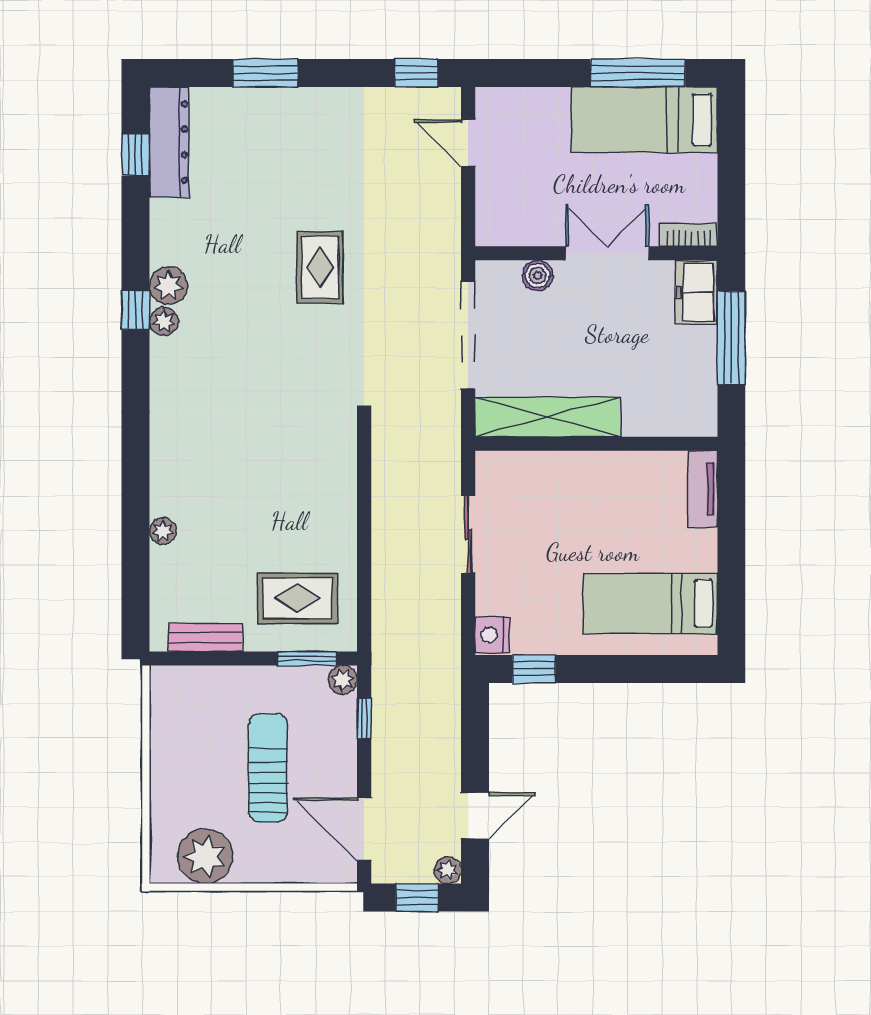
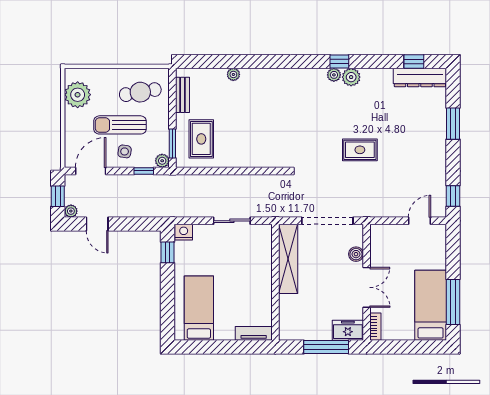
cafe table: (200, 725) -> (140, 92), added
side table: (323, 758) -> (125, 151), added
sun lounger: (268, 768) -> (120, 125), turned 180

